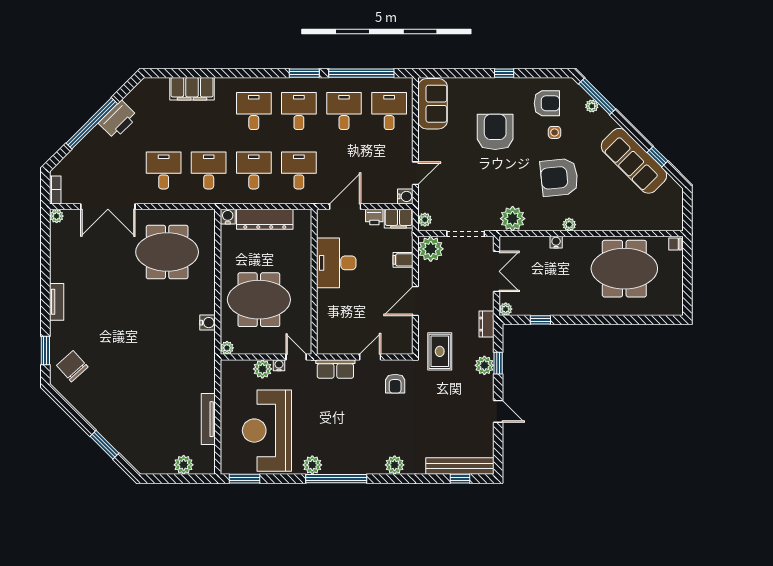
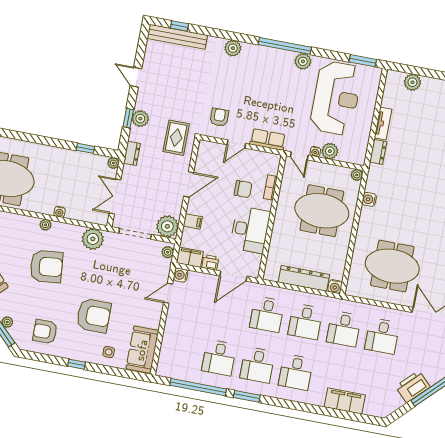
desk: (389, 111) -> (181, 350), removed
armchair: (495, 132) -> (94, 316), turned -90
side table: (555, 132) -> (109, 352), moved
chair: (353, 307) -> (243, 189), added
bookcase: (322, 315) -> (270, 188), added
dresser: (208, 378) -> (378, 152), added
tv unit: (208, 419) -> (383, 124), width x0.71

